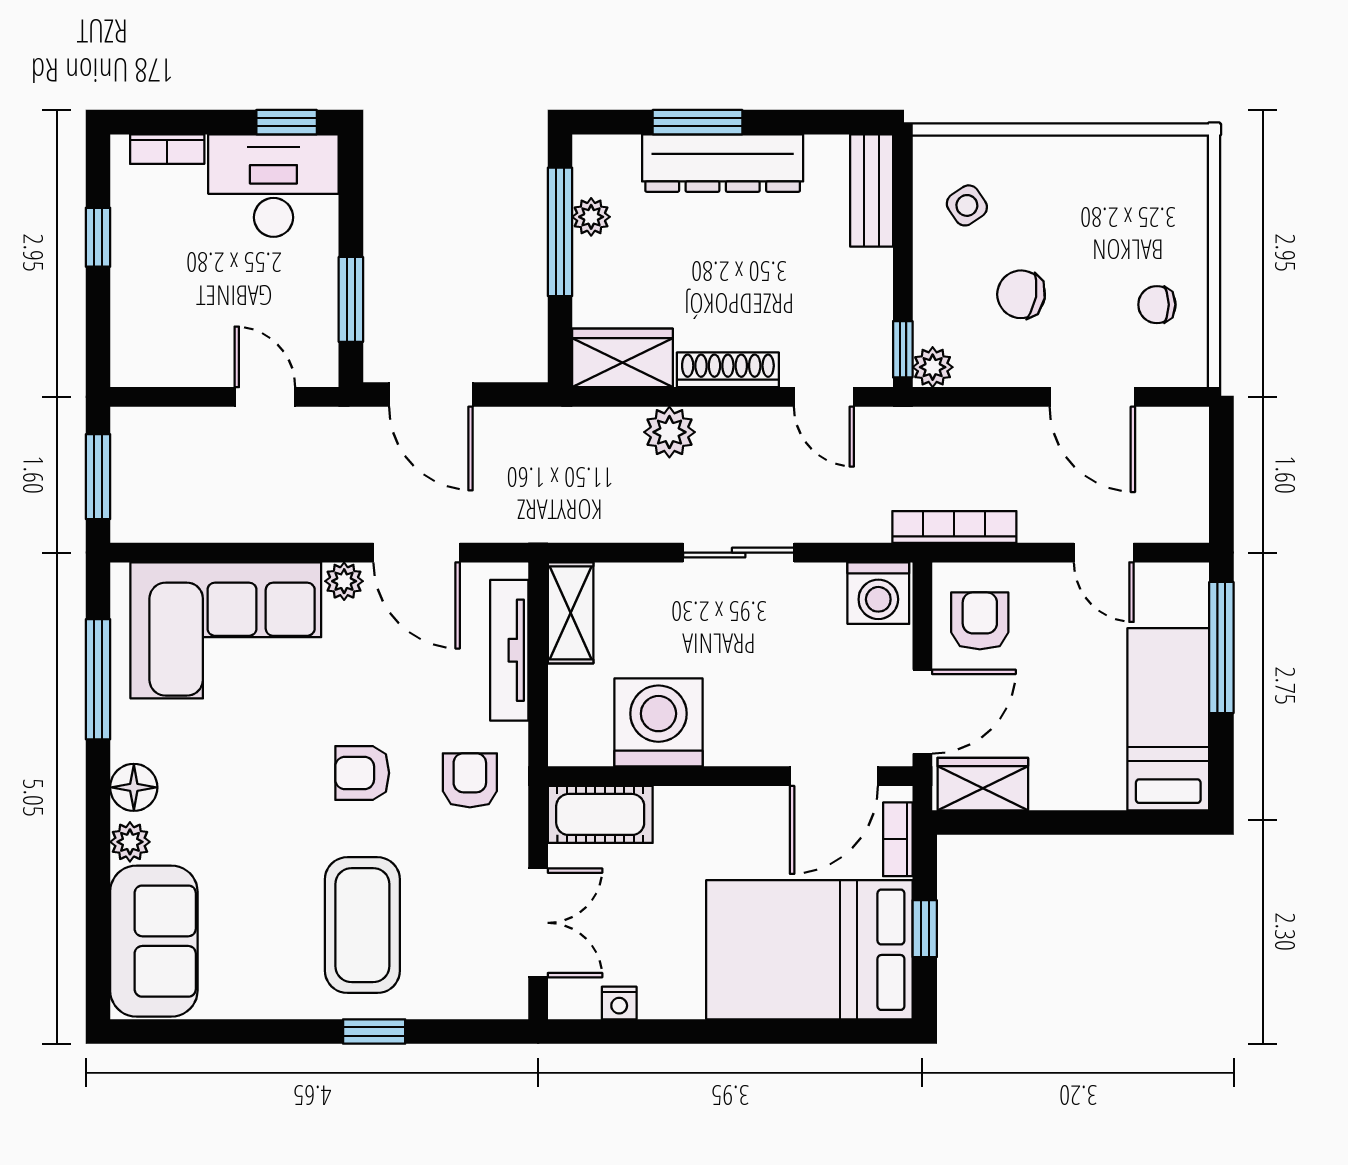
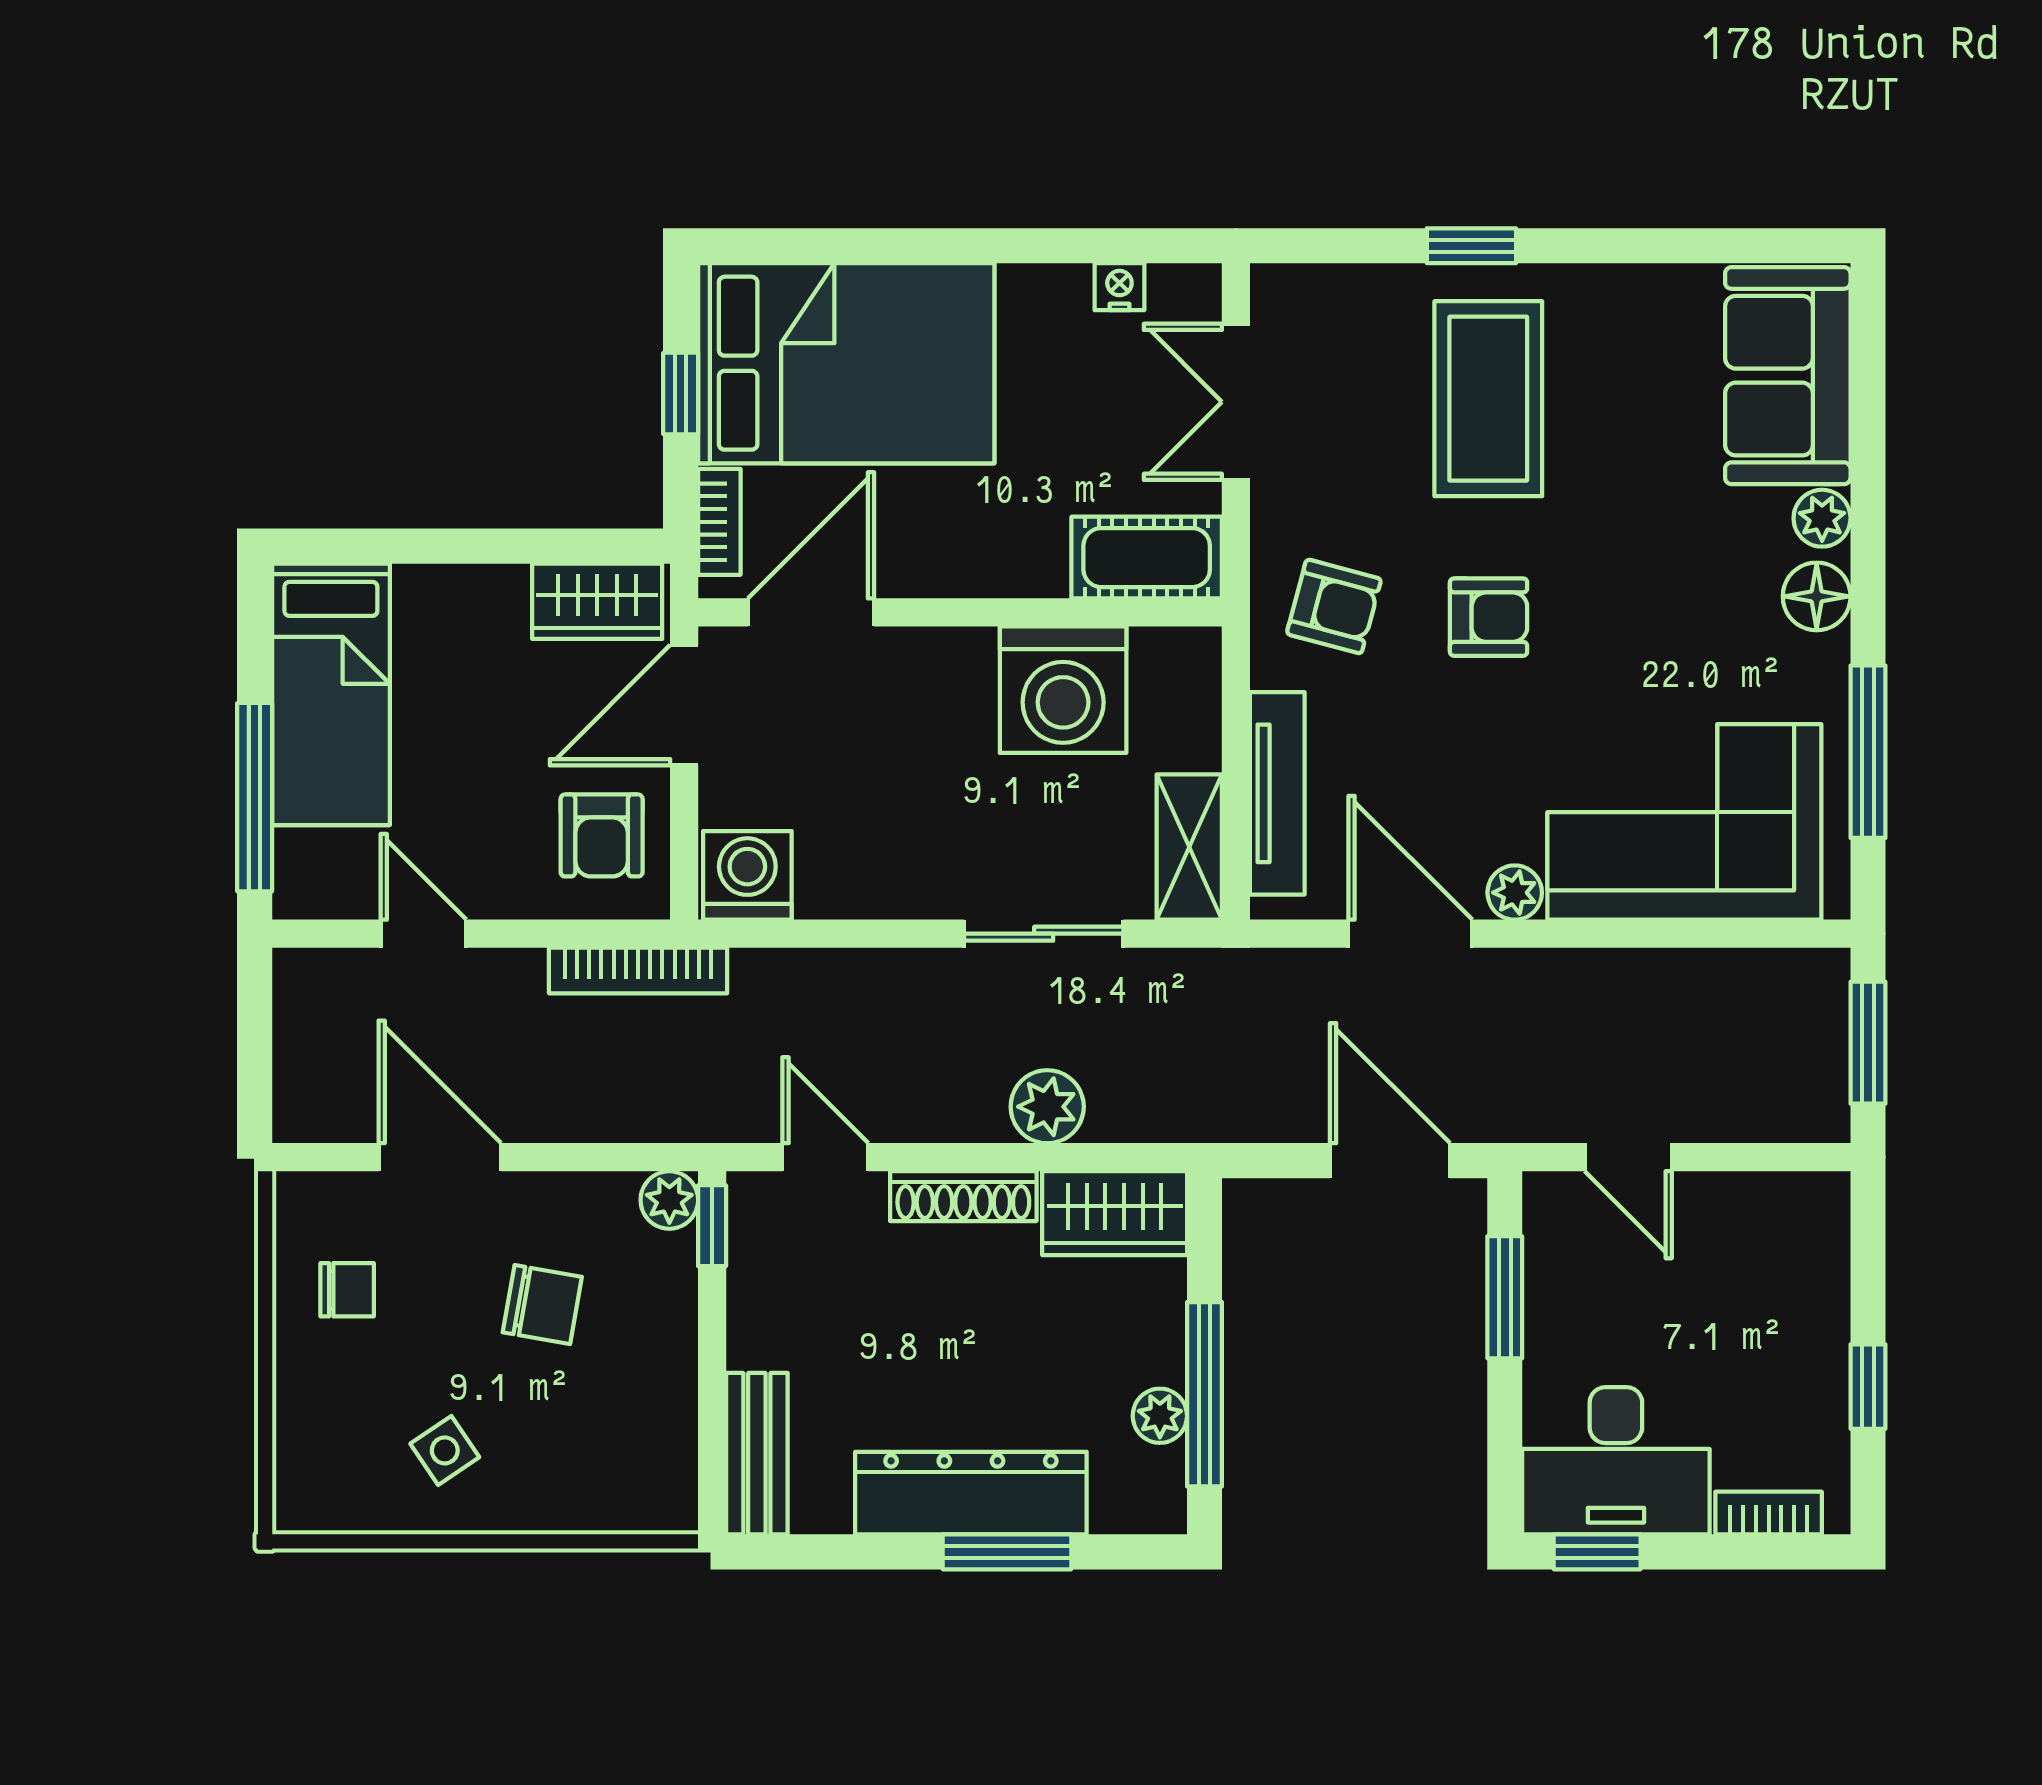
side table: (967, 205) -> (445, 1450), moved
sliding door: (739, 553) -> (1044, 934), moved
armchair: (470, 780) -> (1334, 606), turned -75

